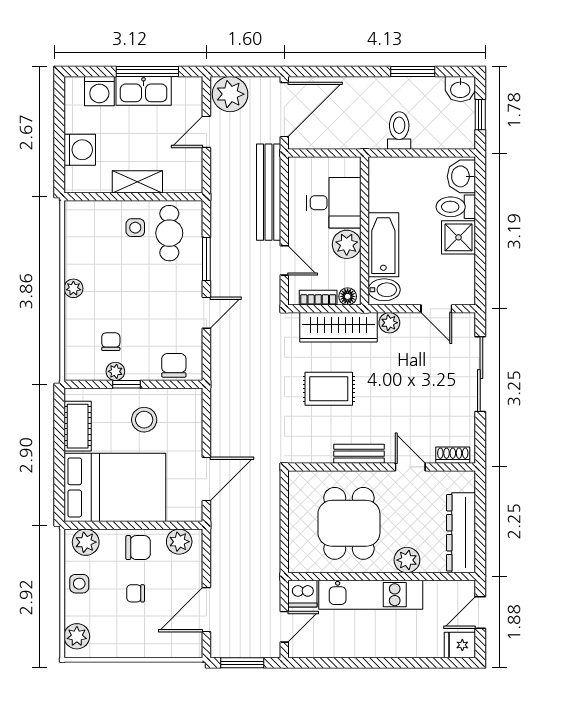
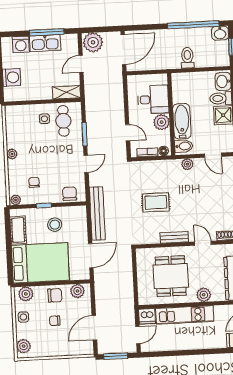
window: (413, 72) -> (193, 25), width x2.11
shelving: (137, 182) -> (67, 92), moved
bench: (269, 192) -> (97, 213), moved
wardrobe: (339, 327) -> (159, 168), removed
plant: (115, 371) -> (16, 200), moved

